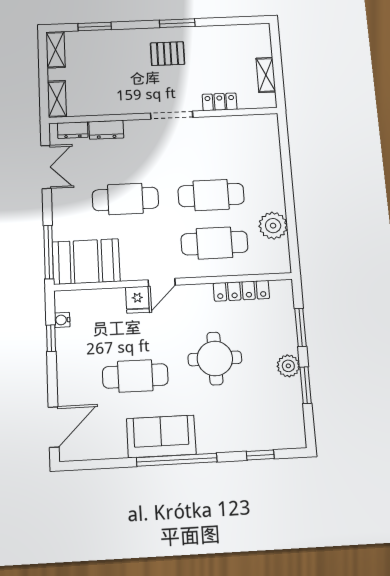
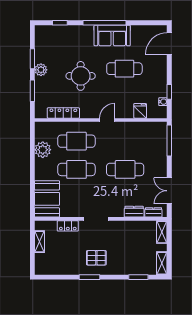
booth: (86, 262) -> (47, 199), moved, turned 90
fridge: (137, 300) -> (140, 111), moved

